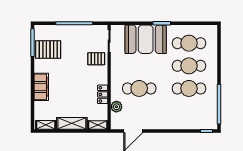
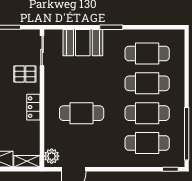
booth: (146, 39) -> (83, 43), width x0.73, depth x0.70
locker: (103, 94) -> (33, 107), moved
plant: (116, 107) -> (52, 156), moved
cafe table: (189, 111) -> (147, 143), added

